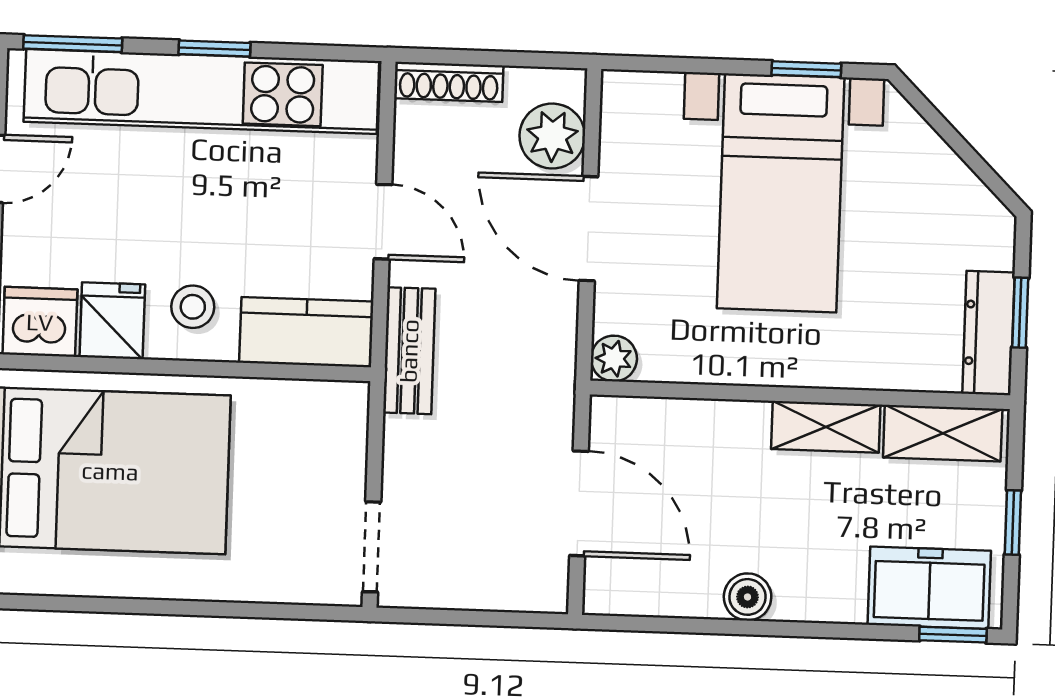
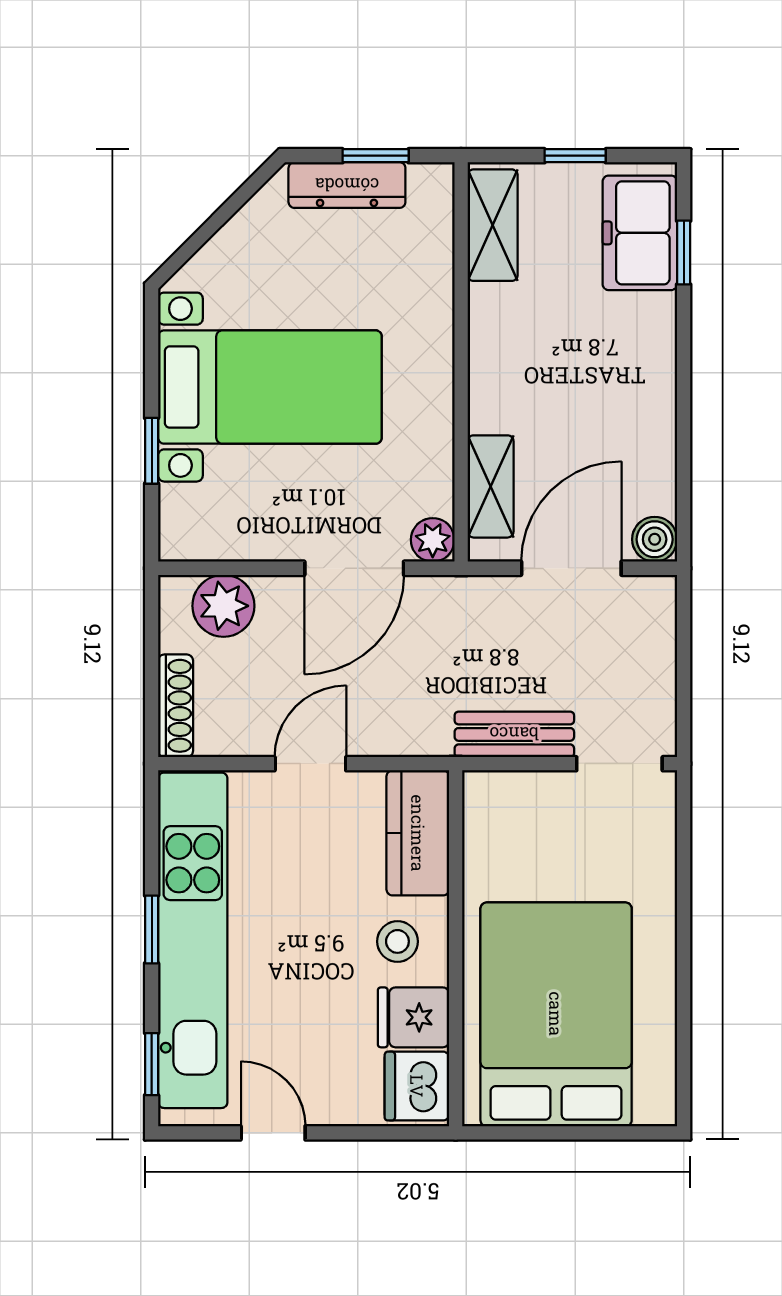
window: (73, 44) -> (152, 1064), width x0.67
window: (806, 69) -> (152, 451), moved
door: (589, 229) -> (354, 568), moved
dresser: (989, 333) -> (347, 185), moved
bench: (409, 351) -> (514, 734), moved
shelving: (826, 427) -> (491, 486), moved
boiler: (748, 597) -> (655, 539), moved
window: (953, 635) -> (684, 253), moved

